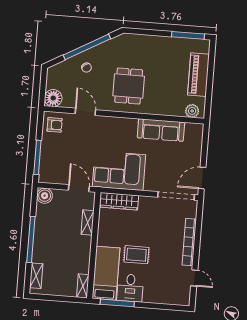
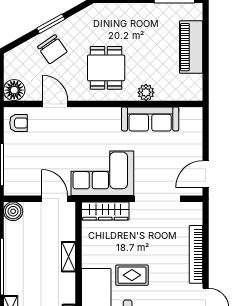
window: (87, 47) -> (51, 24), width x0.47
chair: (87, 68) -> (52, 49), width x1.87, depth x1.87
plant: (192, 111) -> (146, 92), moved
doorway: (176, 196) -> (157, 199), moved
shelving: (88, 222) -> (69, 257), moved

